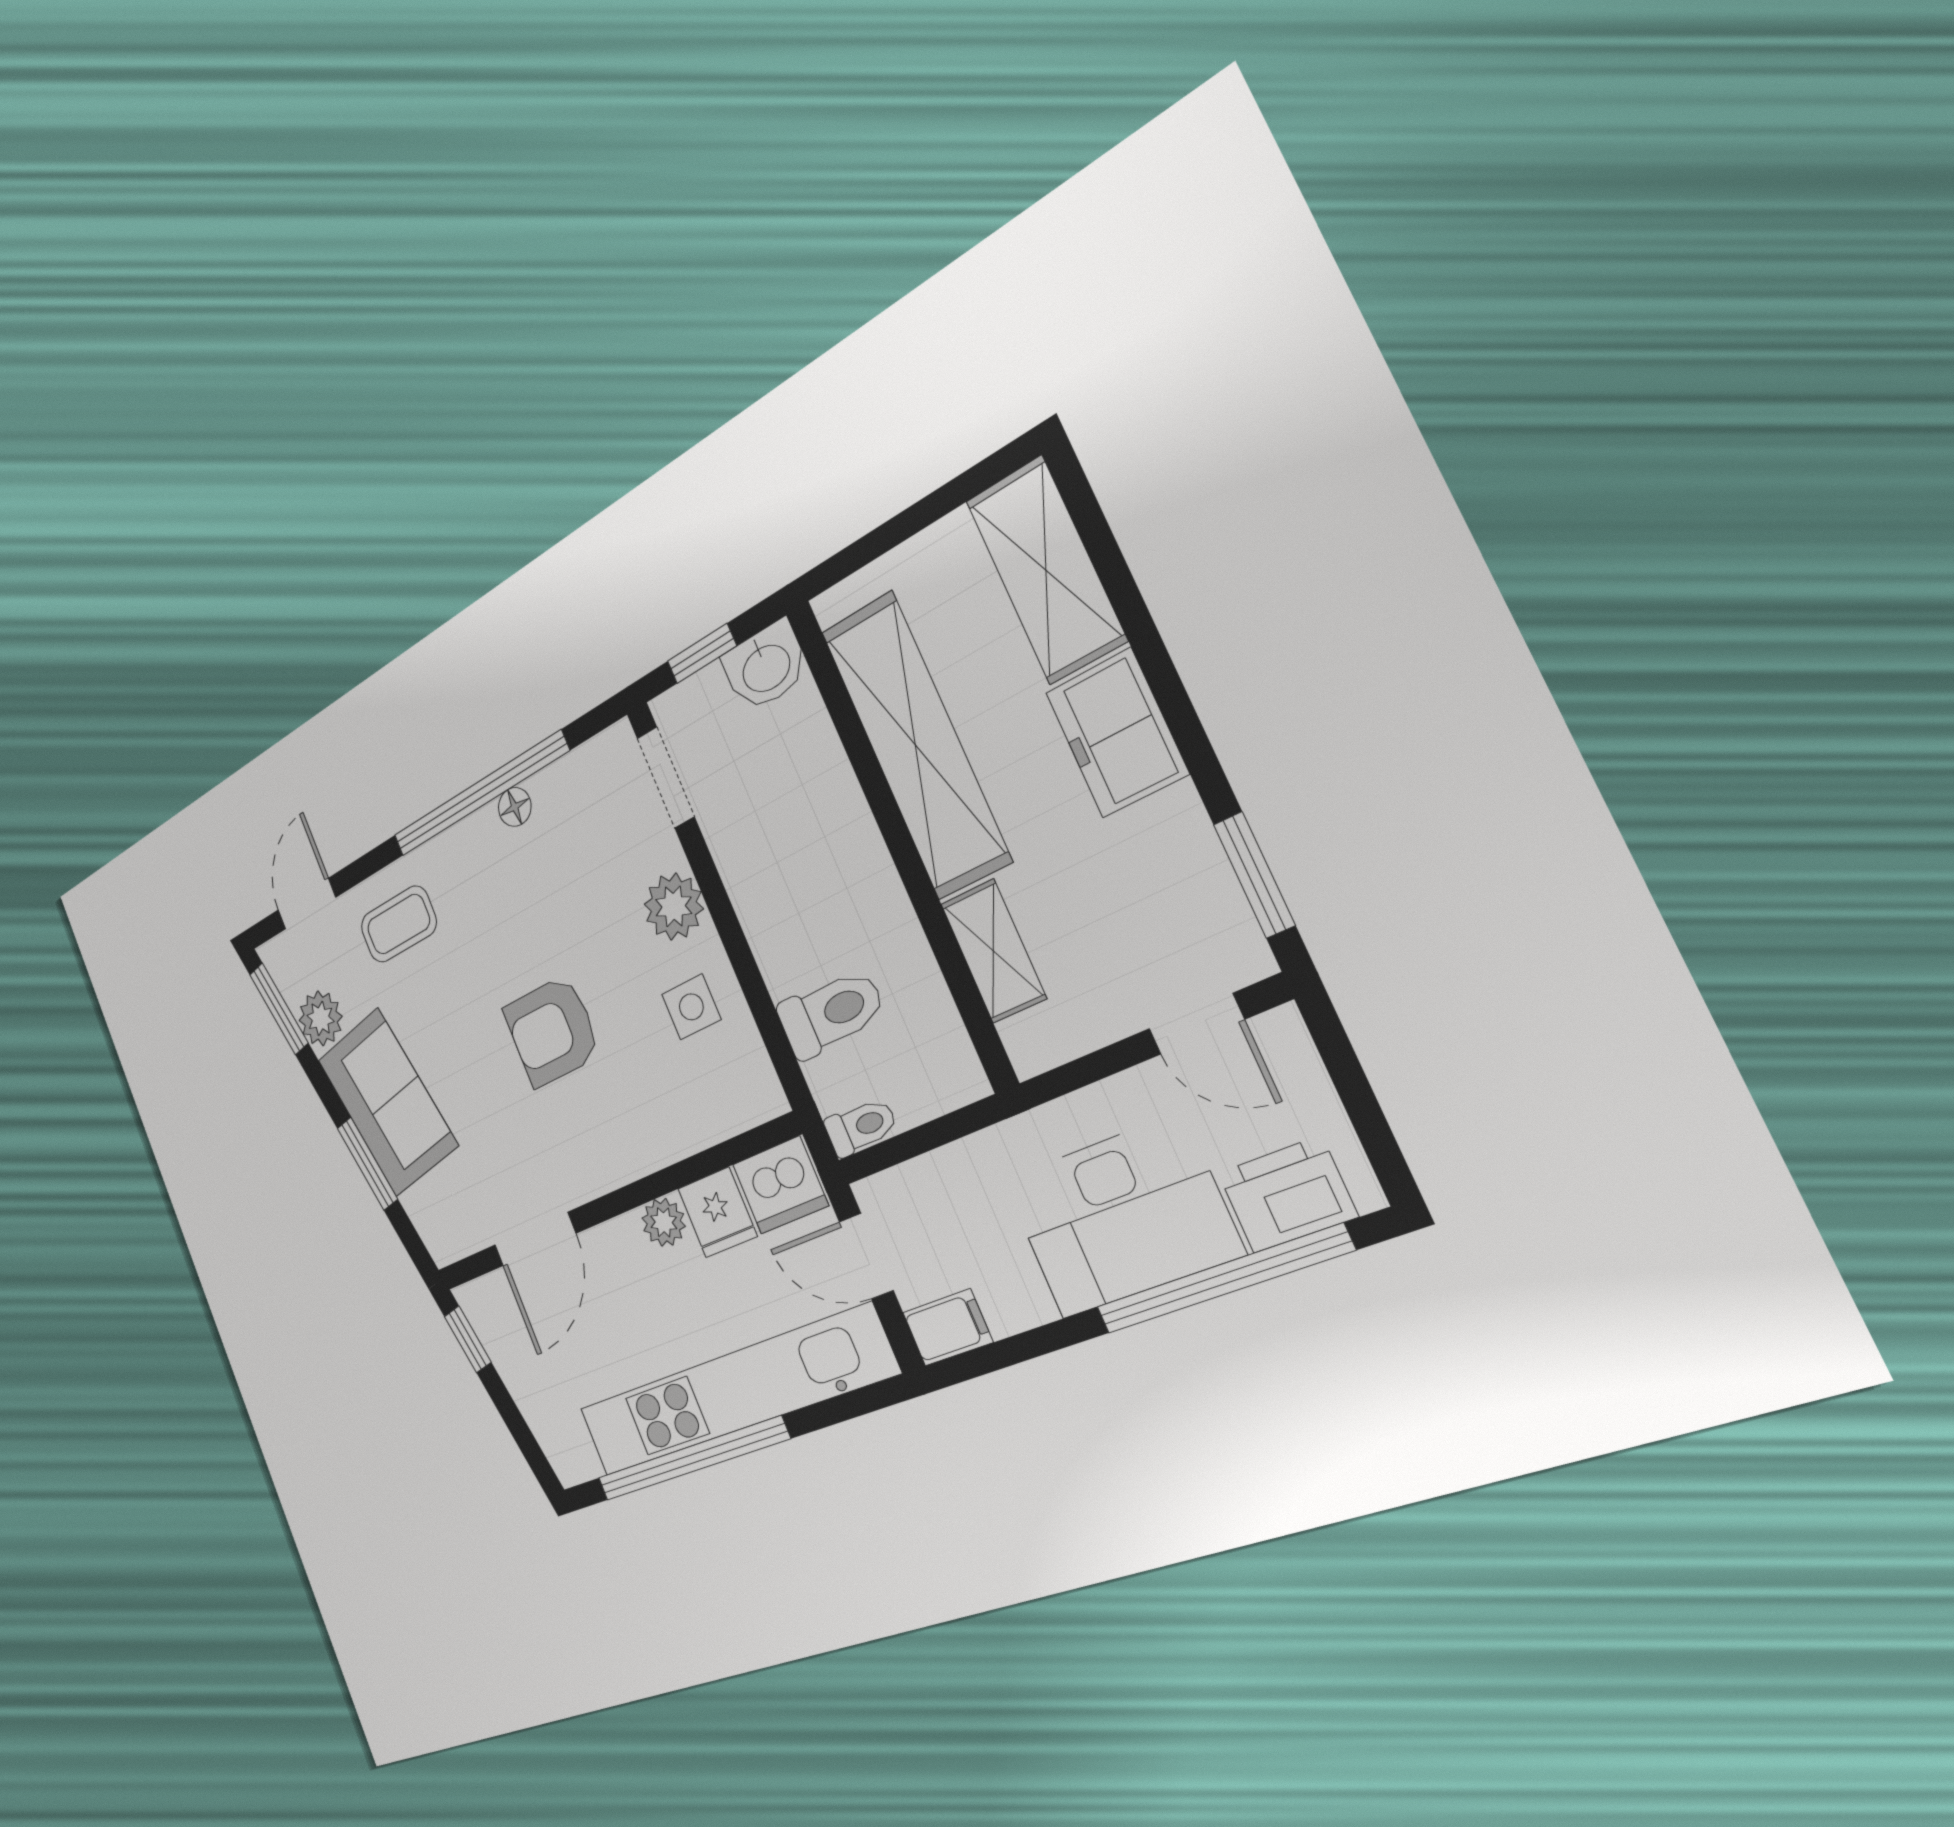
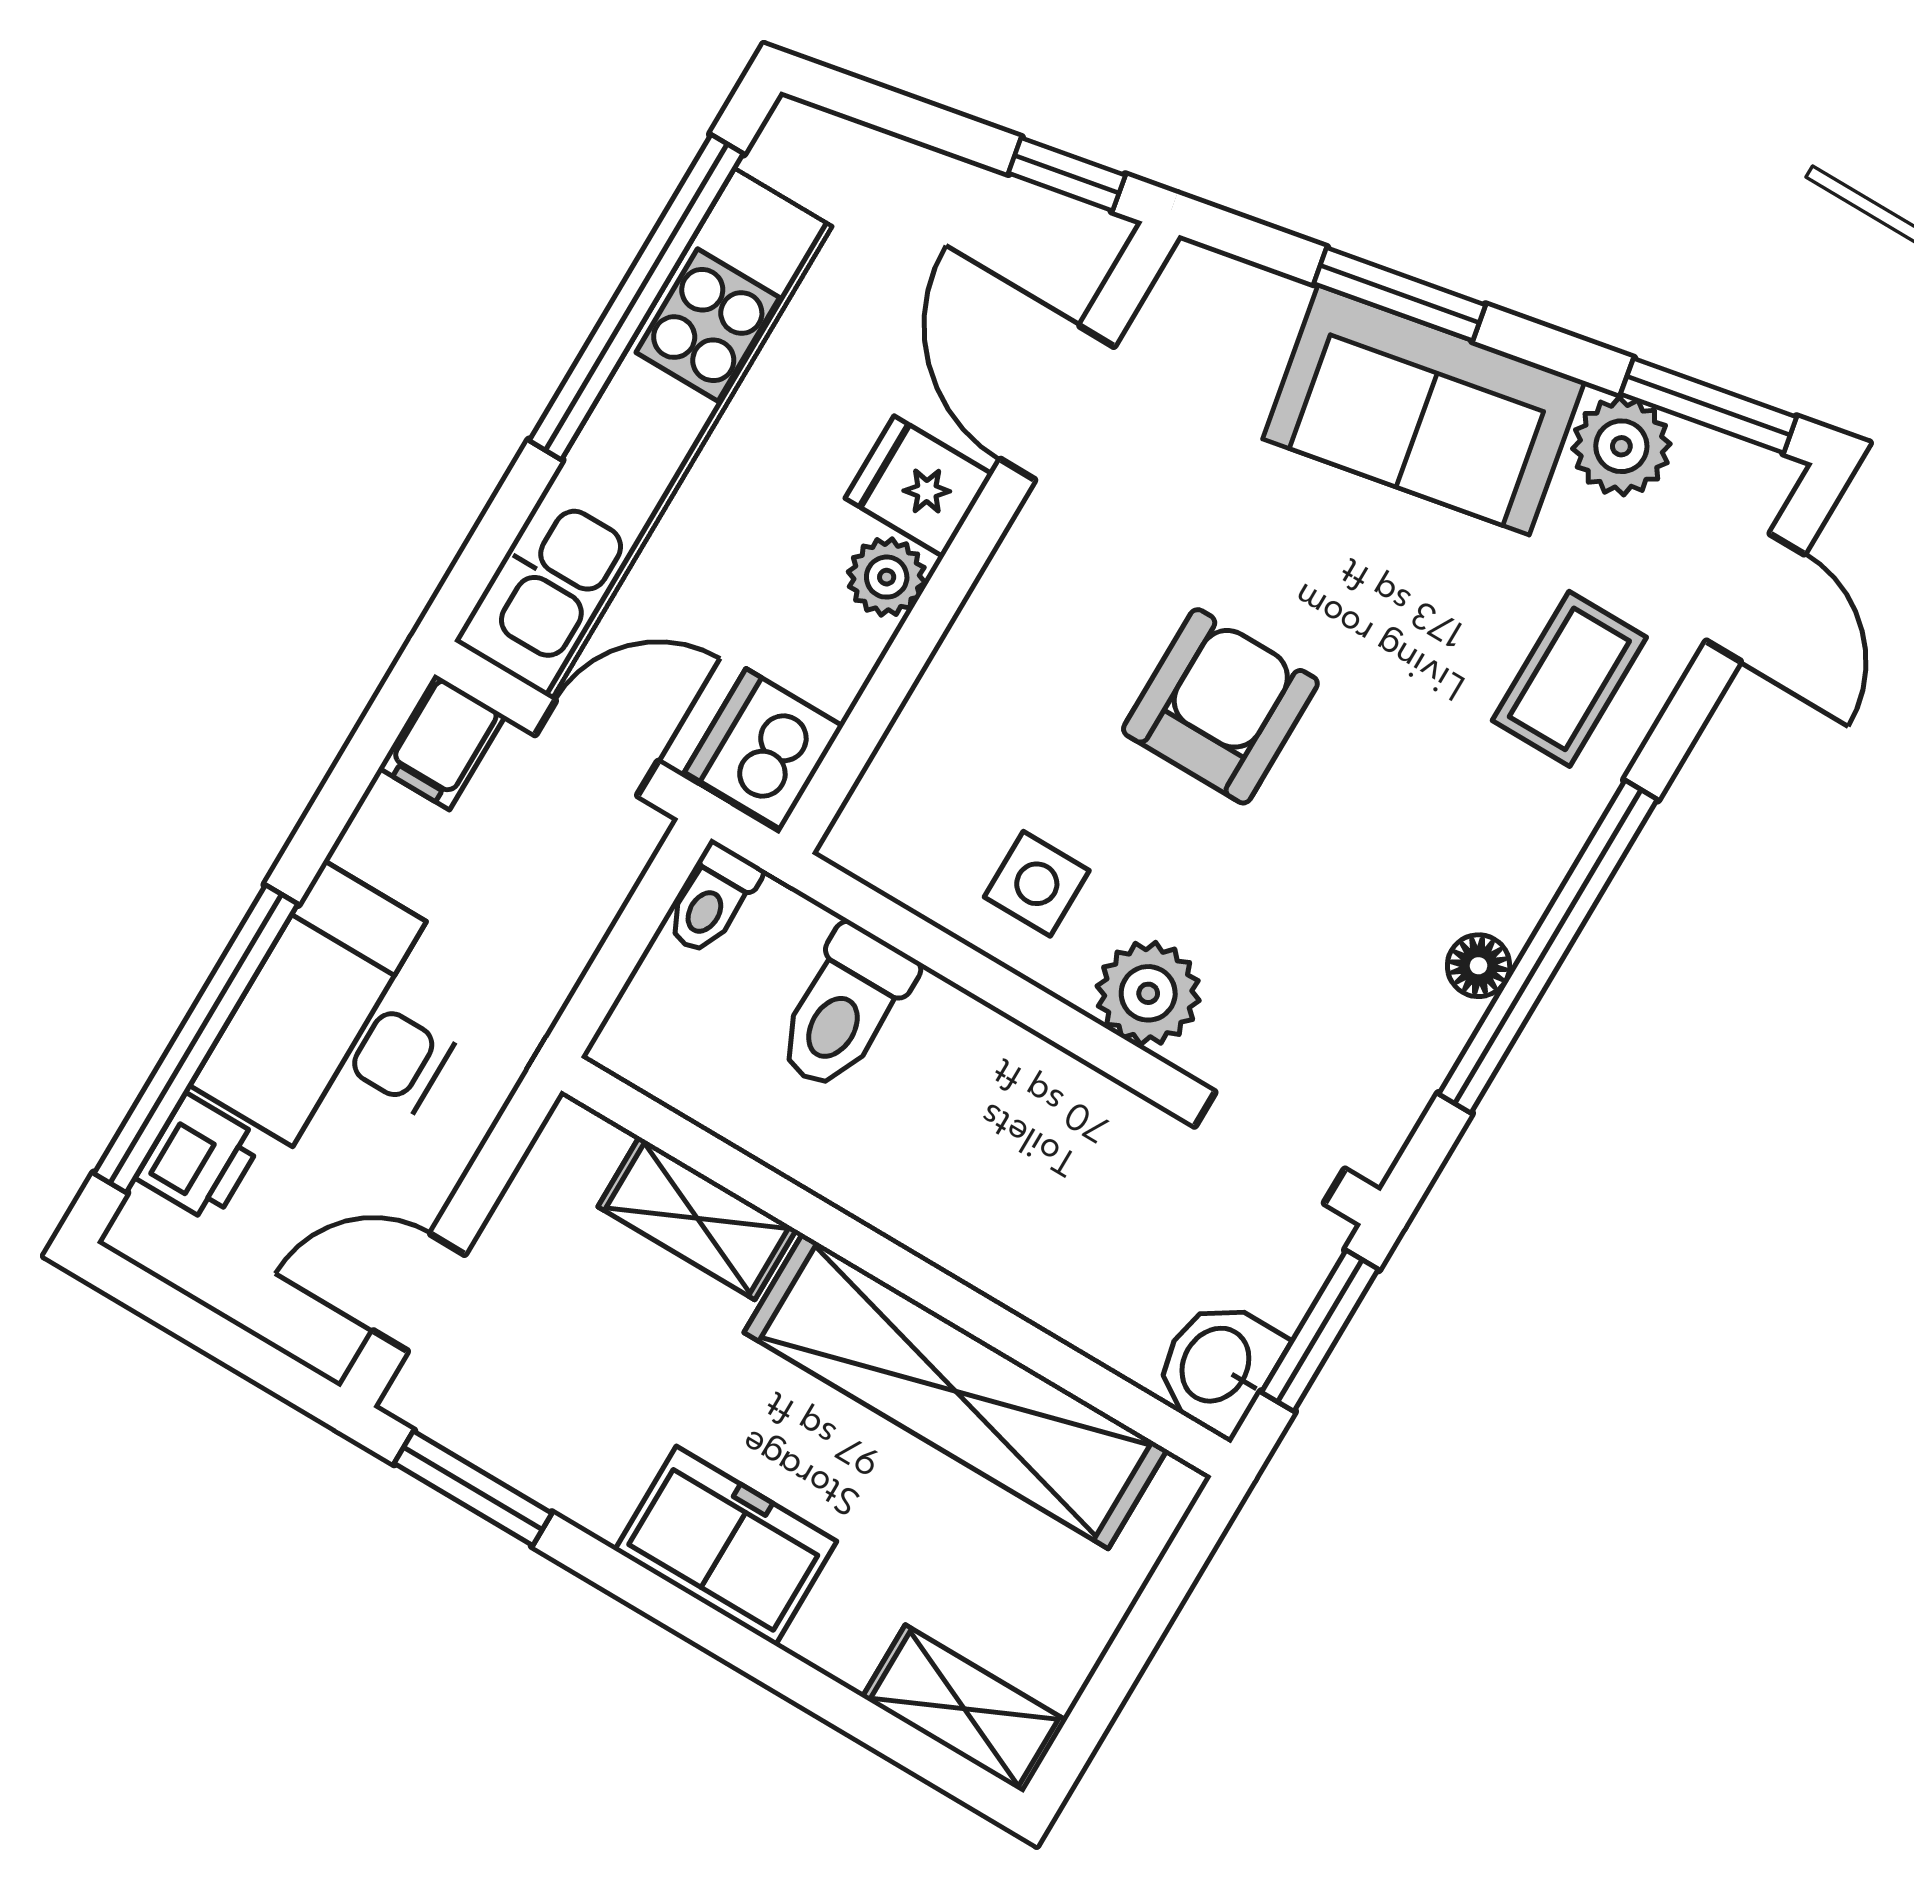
shelving: (1046, 570) -> (964, 1709), width x0.67, depth x0.75
window: (702, 654) -> (1320, 1331), width x1.50
printer: (1287, 1195) -> (200, 1159), width x0.73, depth x0.81
fridge: (717, 1212) -> (919, 486), moved

